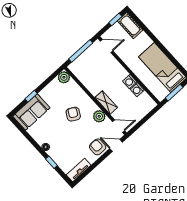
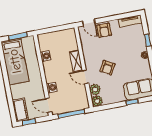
washing machine: (130, 82) -> (52, 88), moved
plant: (99, 116) -> (95, 89), moved
door: (119, 126) -> (85, 77), moved

